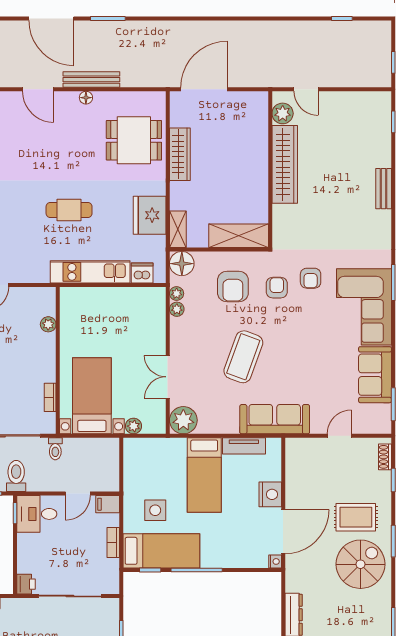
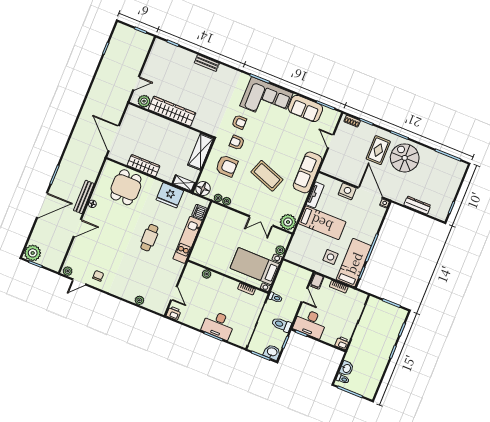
desk: (37, 514) -> (310, 323), width x1.37

